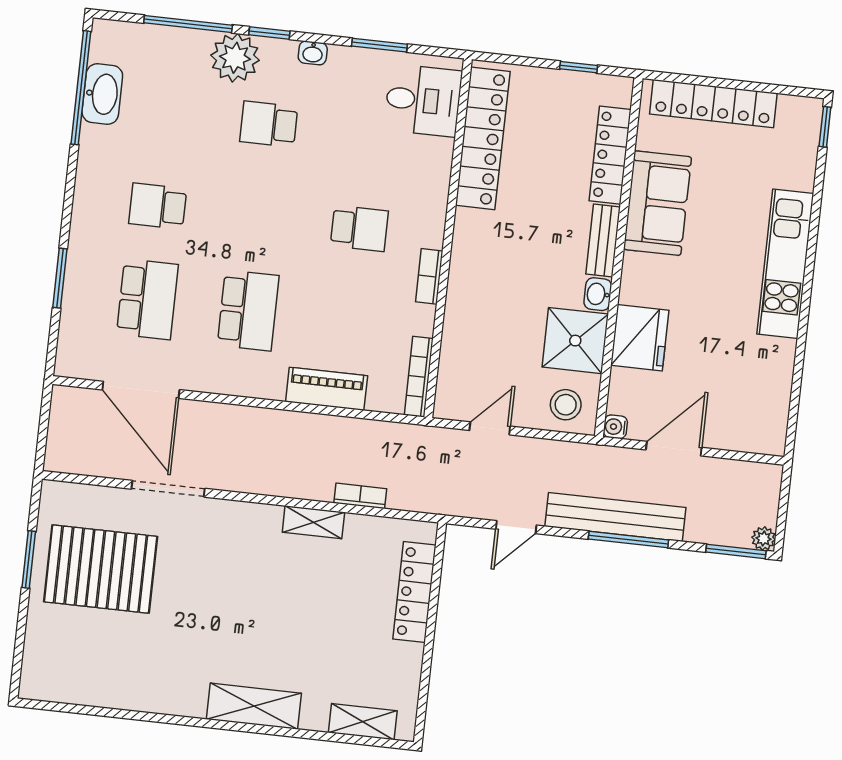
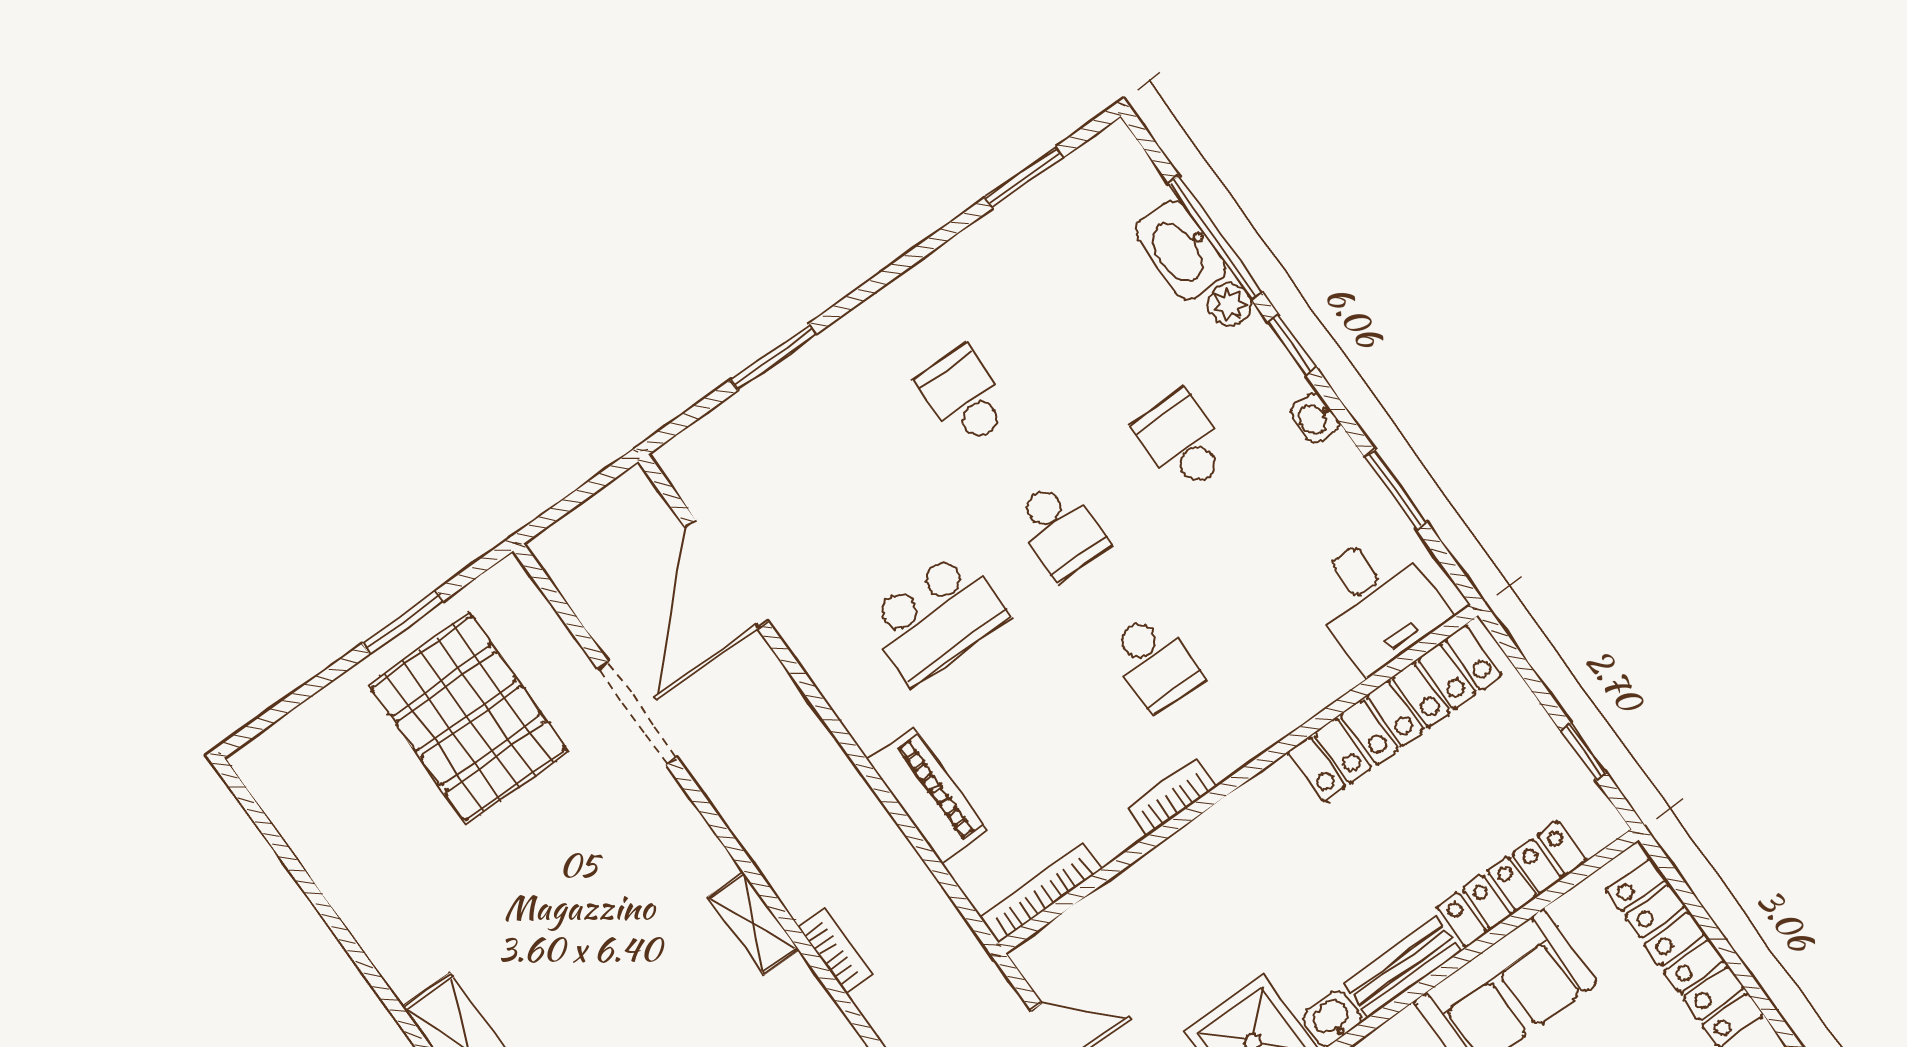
plant: (235, 58) -> (1230, 304), width x0.53, depth x0.53
window: (81, 88) -> (1024, 178), width x0.47
washbasin: (102, 94) -> (1181, 250), moved, turned 90
school desk: (147, 299) -> (1060, 530), moved, width x0.54

